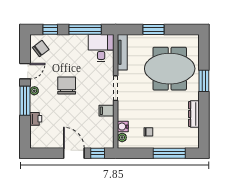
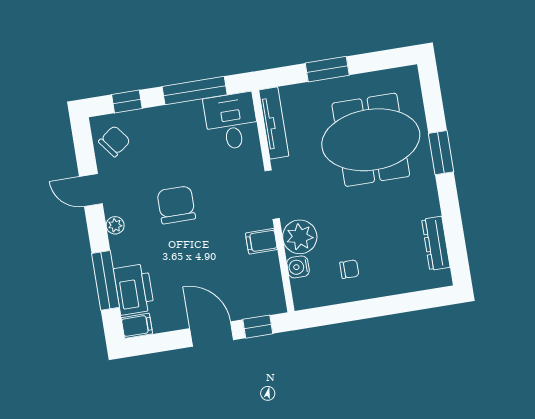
door: (25, 71) -> (91, 190), swing flipped
window: (25, 101) -> (106, 280), moved
dresser: (194, 114) -> (436, 243), moved
printer: (36, 119) -> (134, 289), width x1.87, depth x1.48
plant: (122, 137) -> (300, 237), moved, width x1.88, depth x1.88
filing cabinet: (37, 143) -> (137, 326), added
window: (169, 153) -> (396, 304), removed

